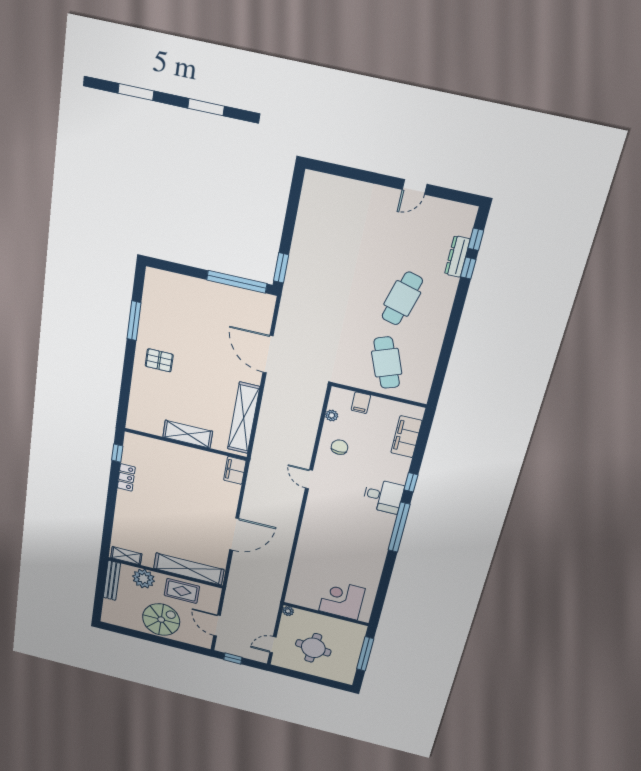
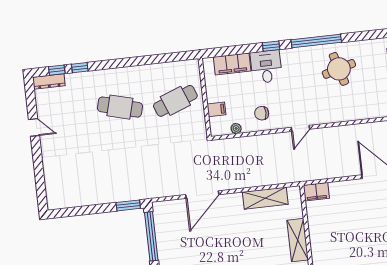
dresser: (457, 257) -> (49, 81), moved
shelving: (244, 418) -> (265, 198), width x0.68
desk: (383, 496) -> (266, 67), moved
round table: (360, 538) -> (339, 69), added

